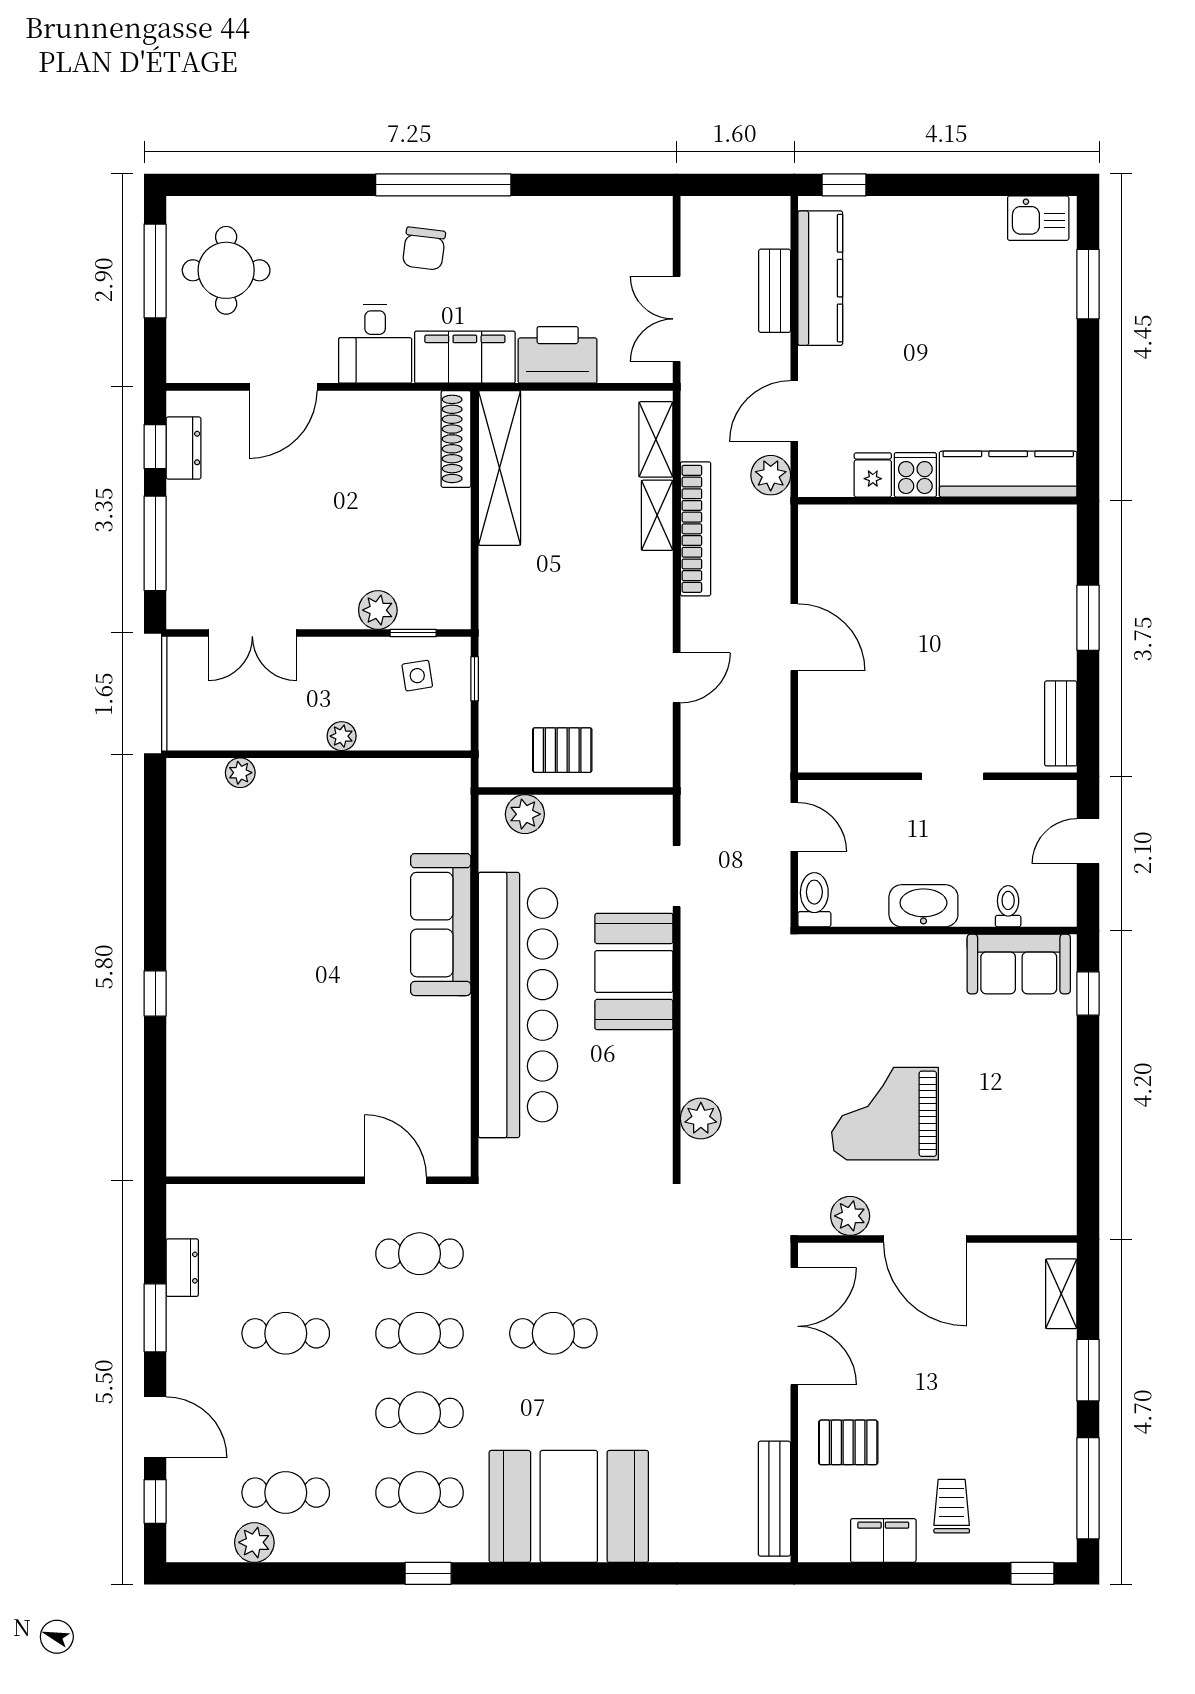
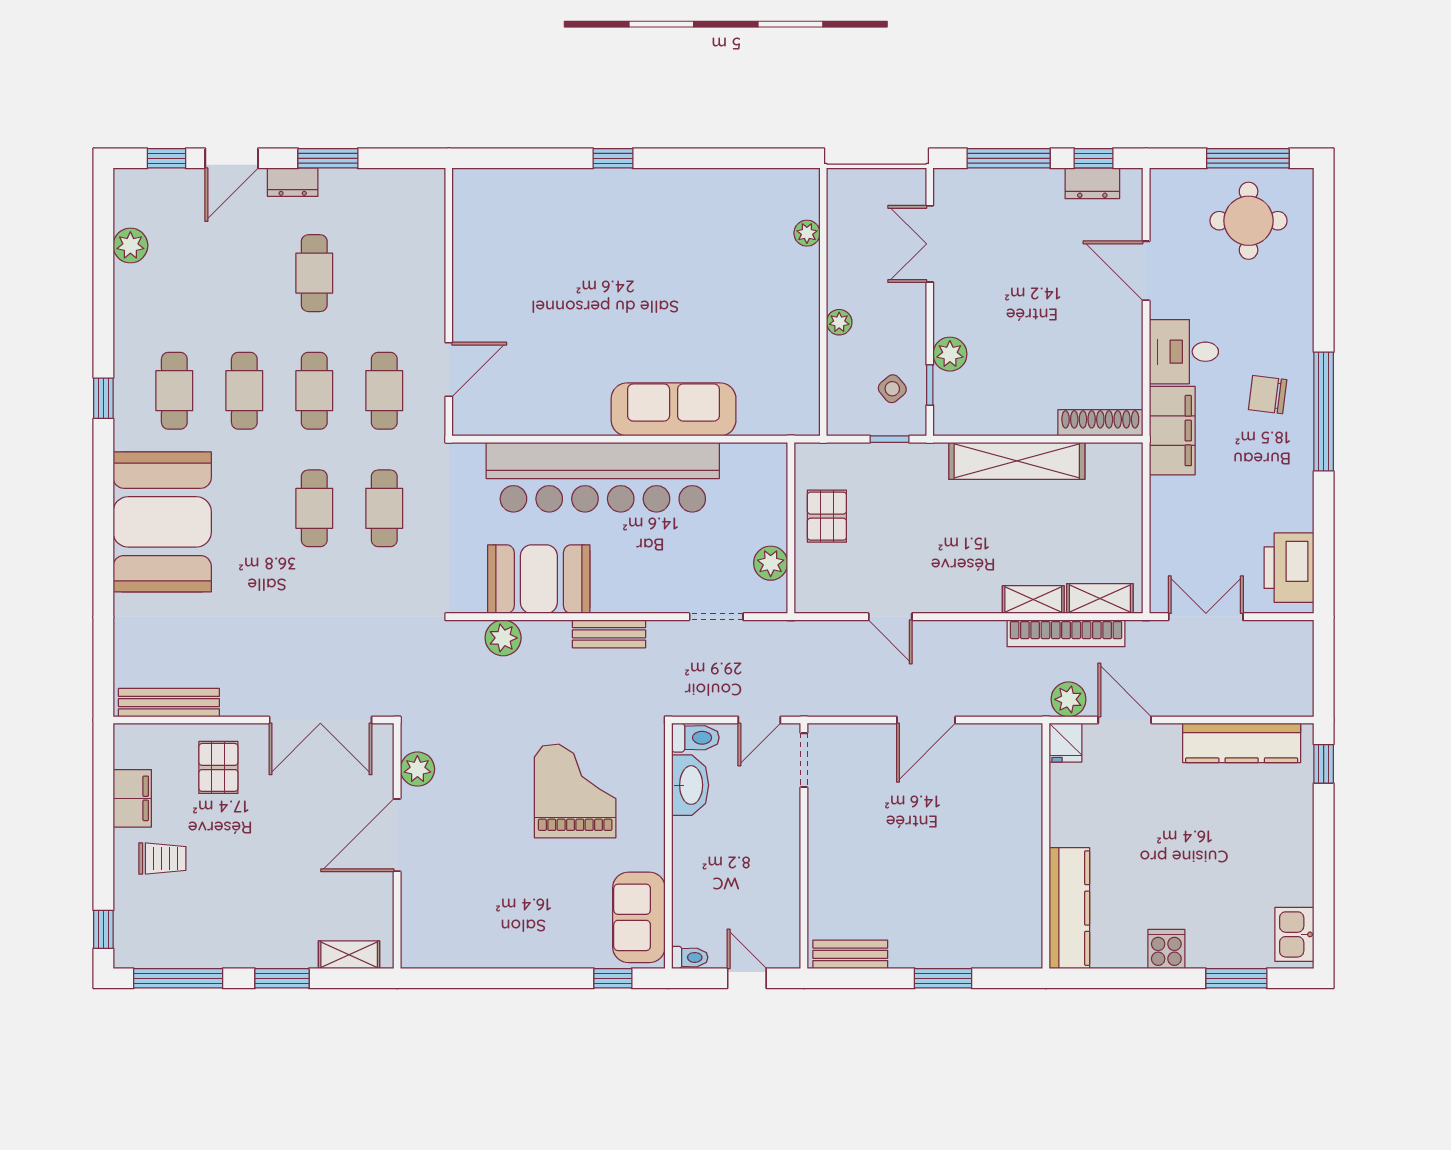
bench: (775, 291) -> (609, 634), moved
printer: (558, 355) -> (1289, 568), moved, turned 180
shelving: (499, 468) -> (1017, 461), moved
fridge: (873, 475) -> (1065, 743), moved, turned 90
cooker: (915, 475) -> (1166, 949), moved, turned -90
bookcase: (696, 529) -> (1066, 633), moved
side table: (417, 676) -> (892, 389), turned -31
doorway: (953, 776) -> (804, 760), moved
plant: (525, 814) -> (771, 563), moved
washbasin: (923, 906) -> (690, 785), moved
toilet: (1008, 906) -> (690, 957), moved
booth: (634, 972) -> (539, 579), moved
grand piano: (885, 1114) -> (575, 791), moved
dresser: (182, 1268) -> (293, 182), moved
cafe table: (286, 1493) -> (384, 508), moved

